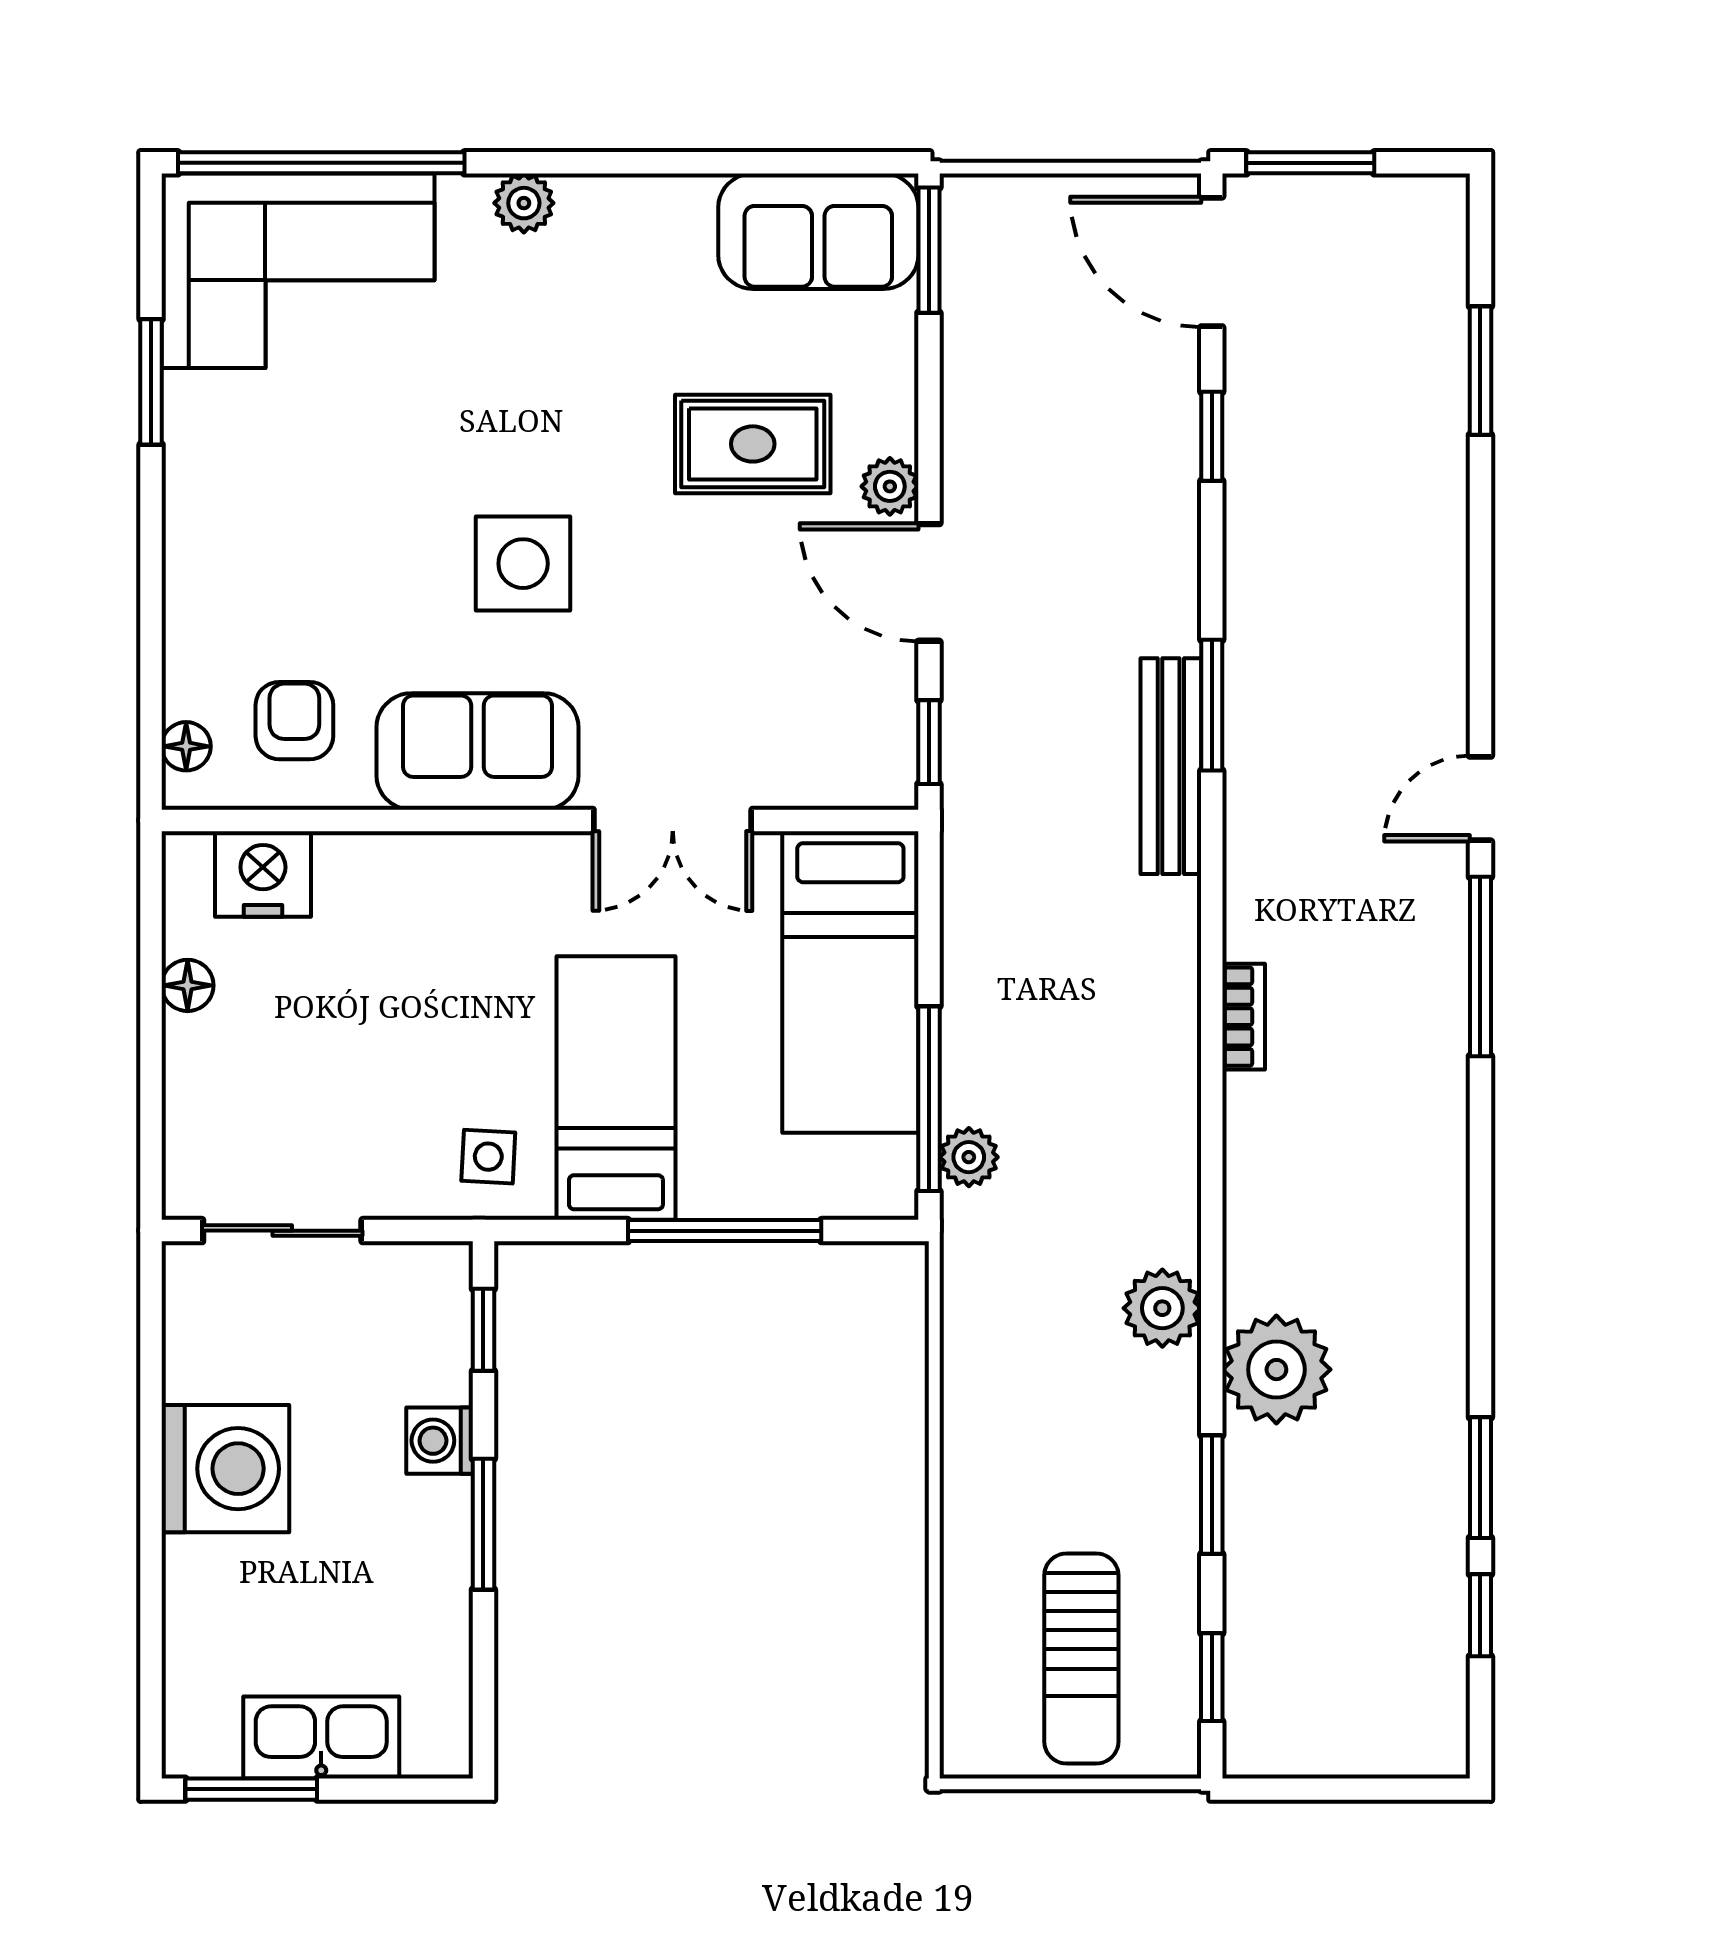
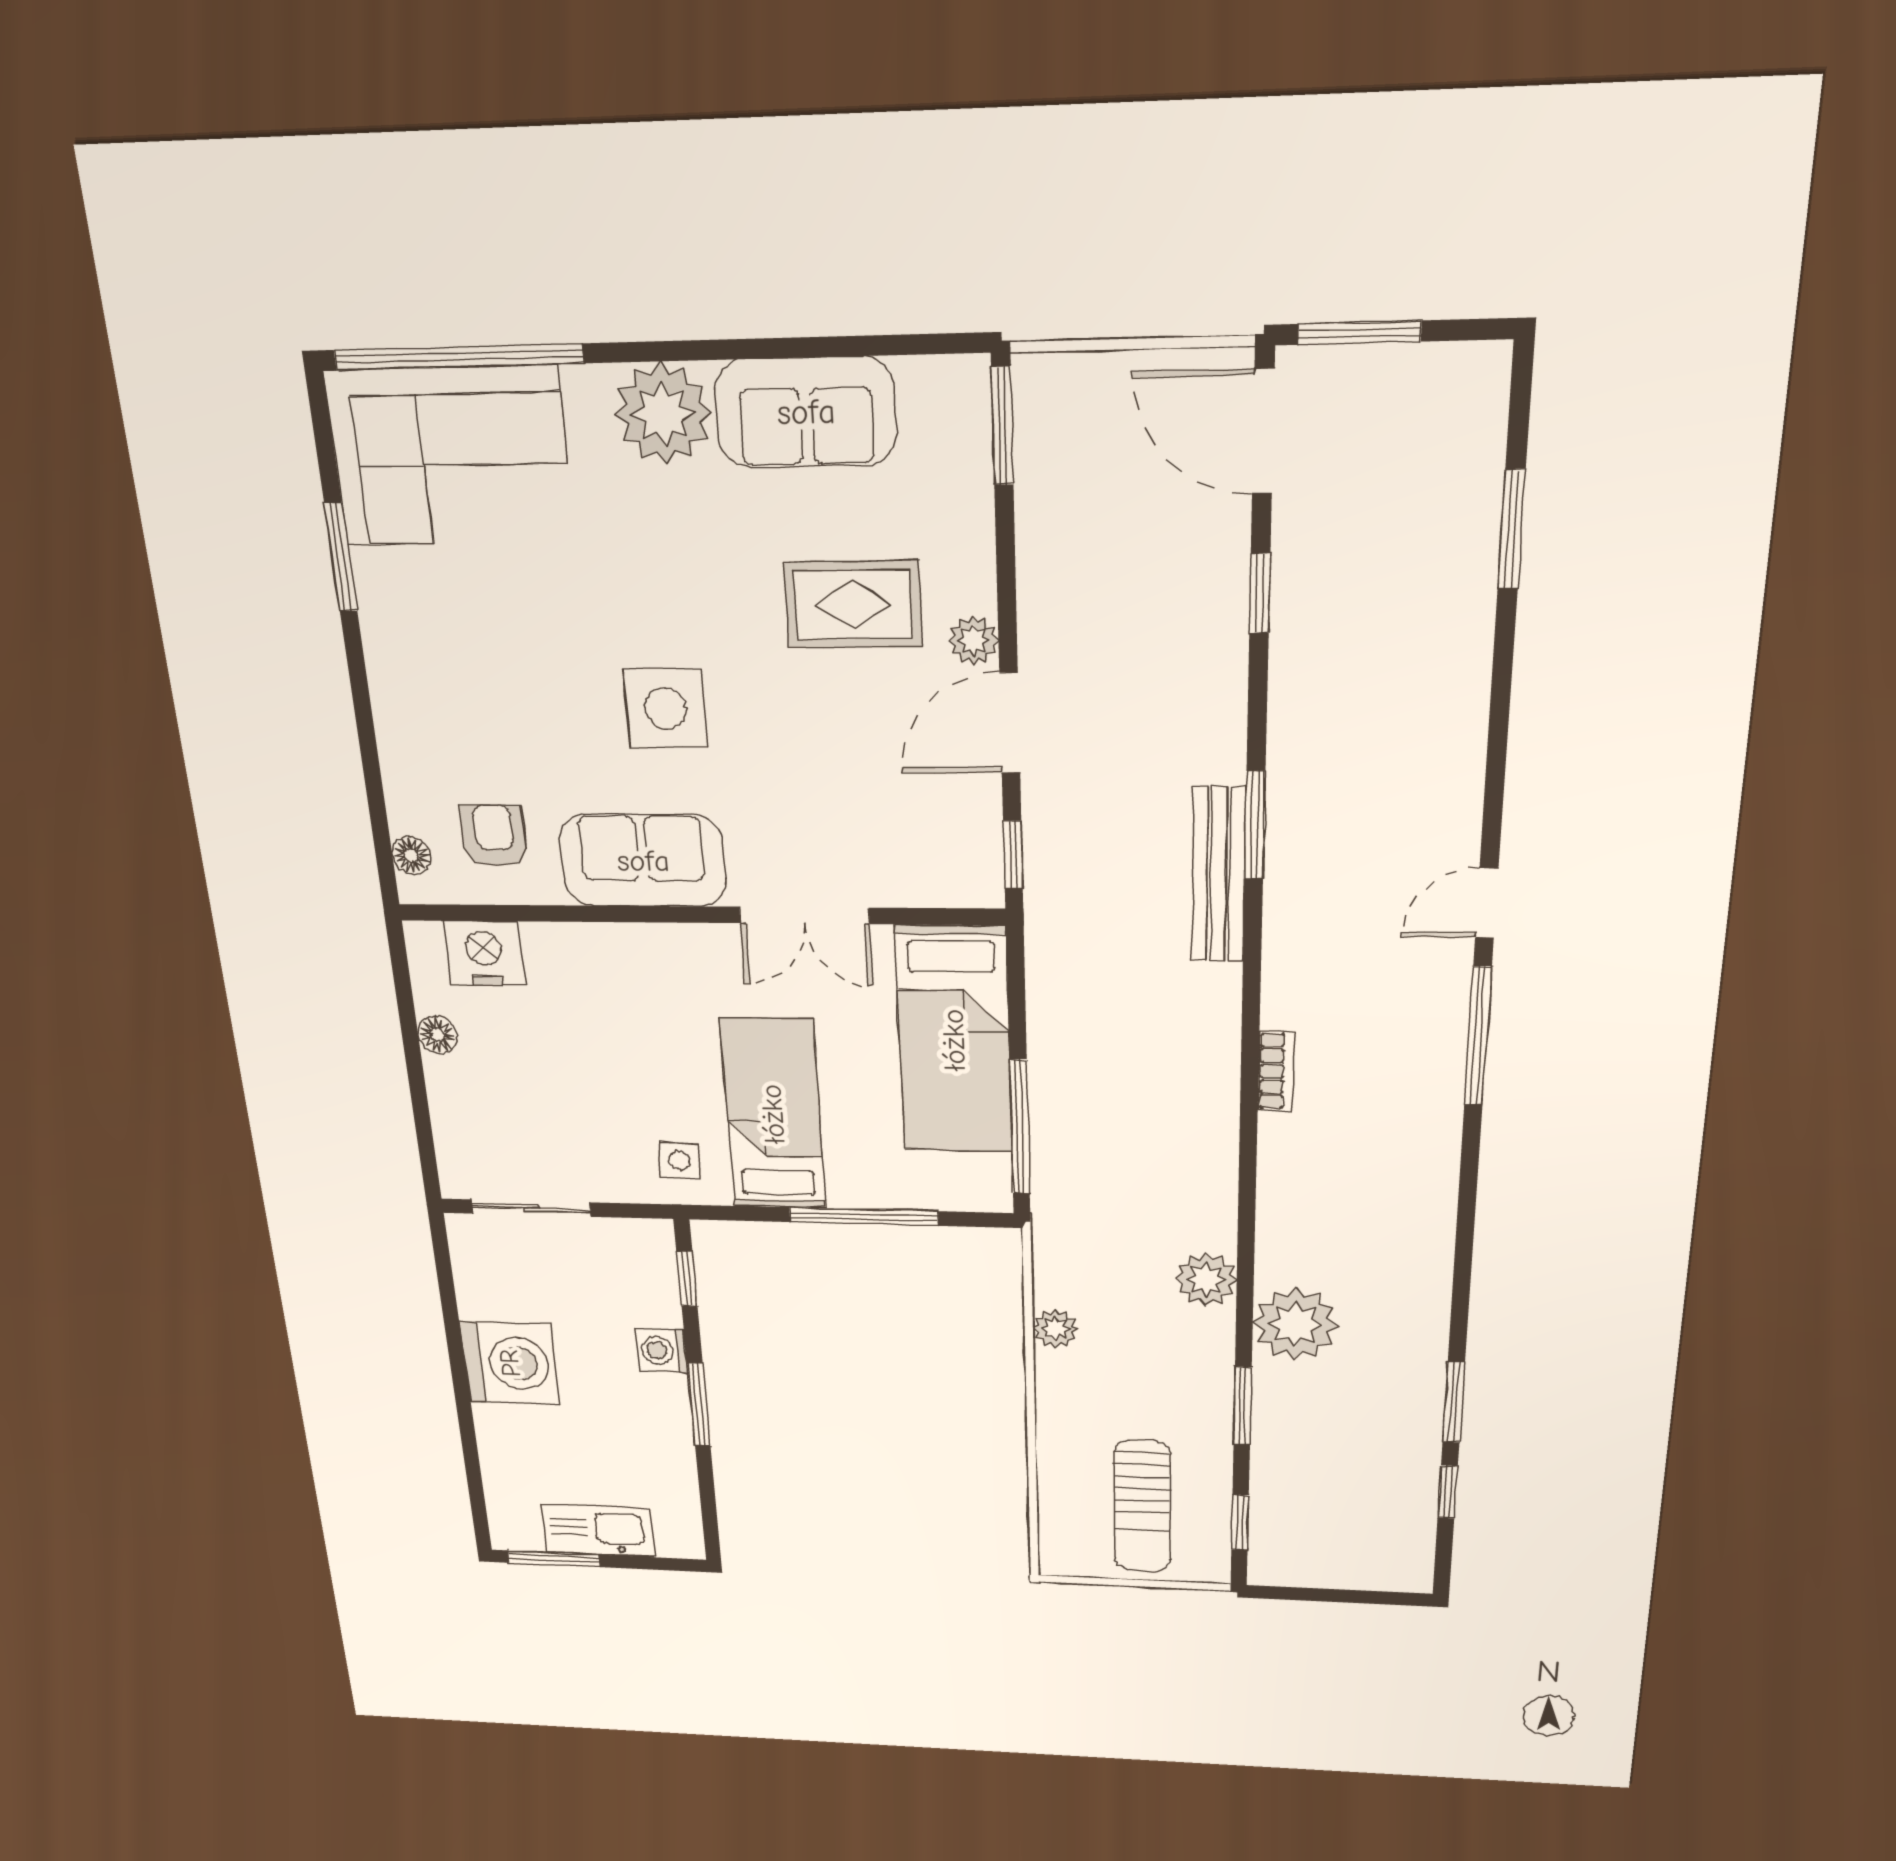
plant: (524, 203) -> (663, 414), width x1.88, depth x1.88
sofa: (818, 231) -> (806, 412), moved
door: (929, 582) -> (1010, 723), hinge flipped
plant: (969, 1157) -> (1055, 1329), moved

